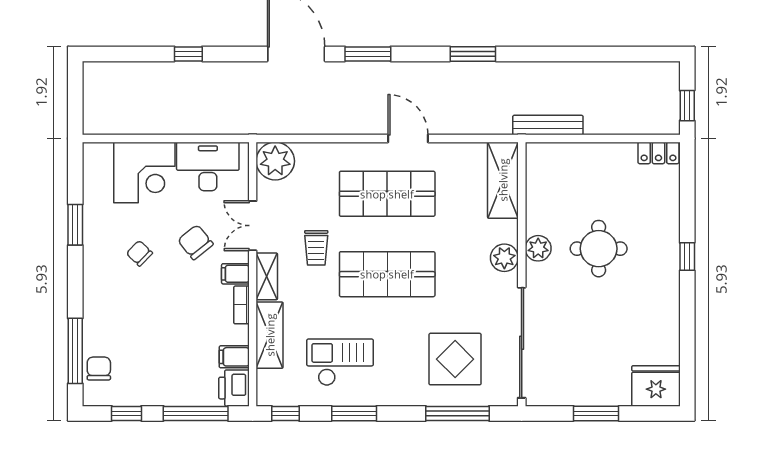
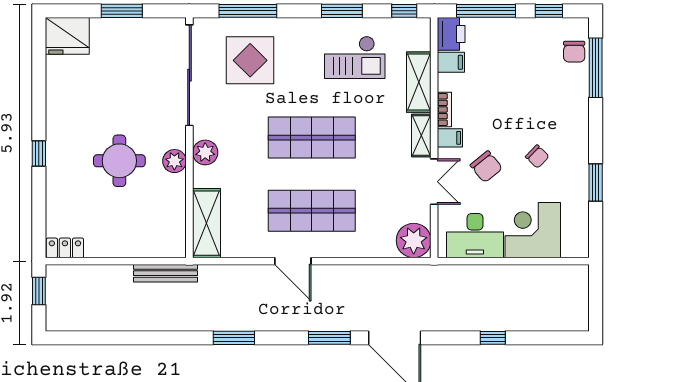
trolley: (316, 248) -> (376, 162), removed

